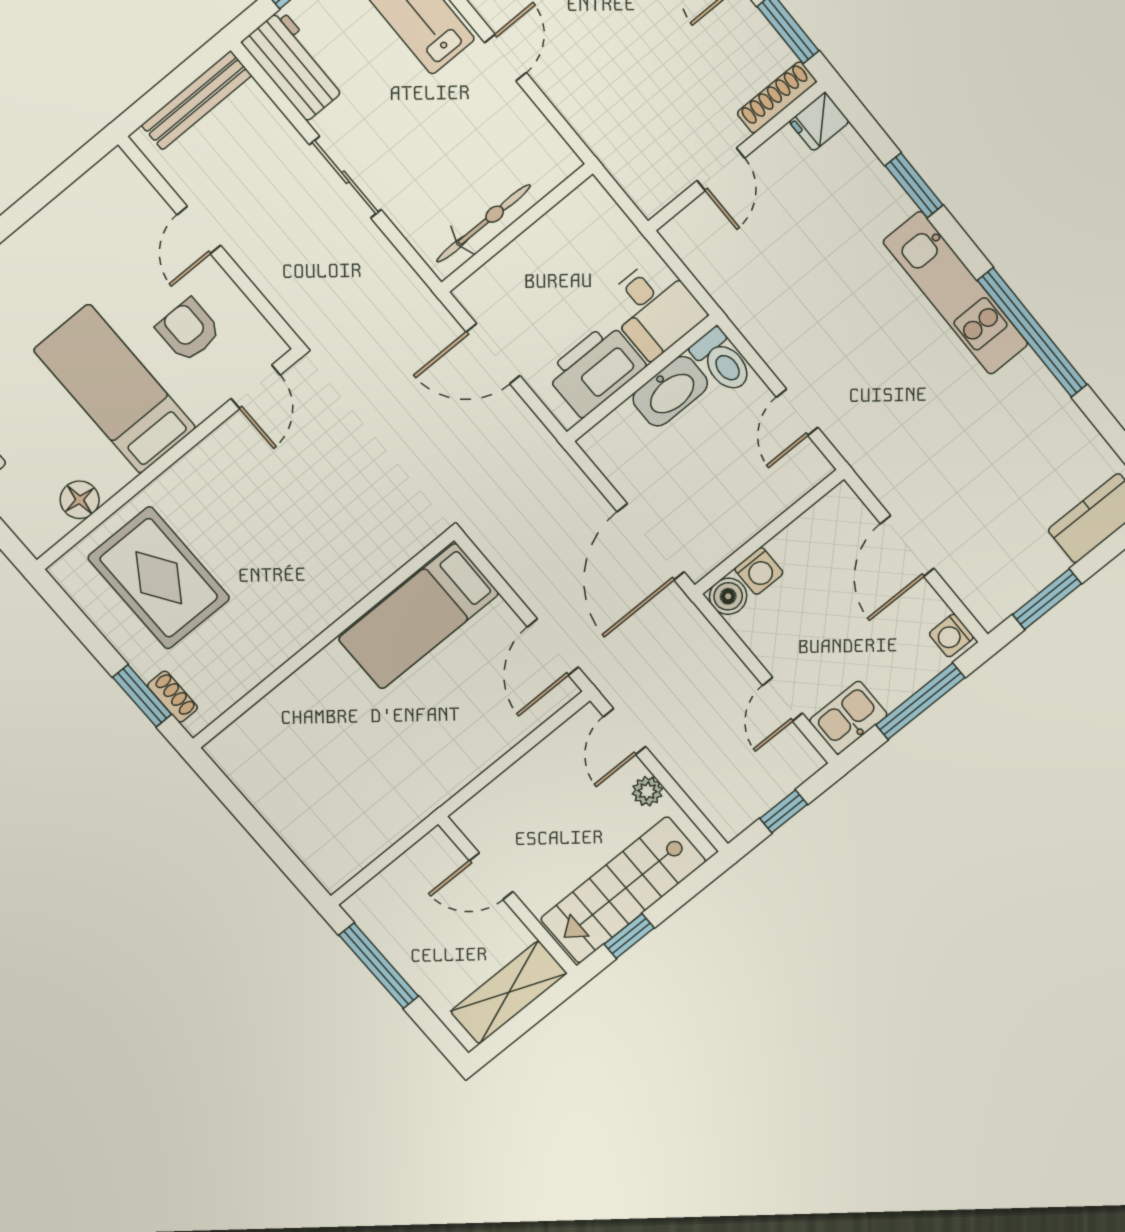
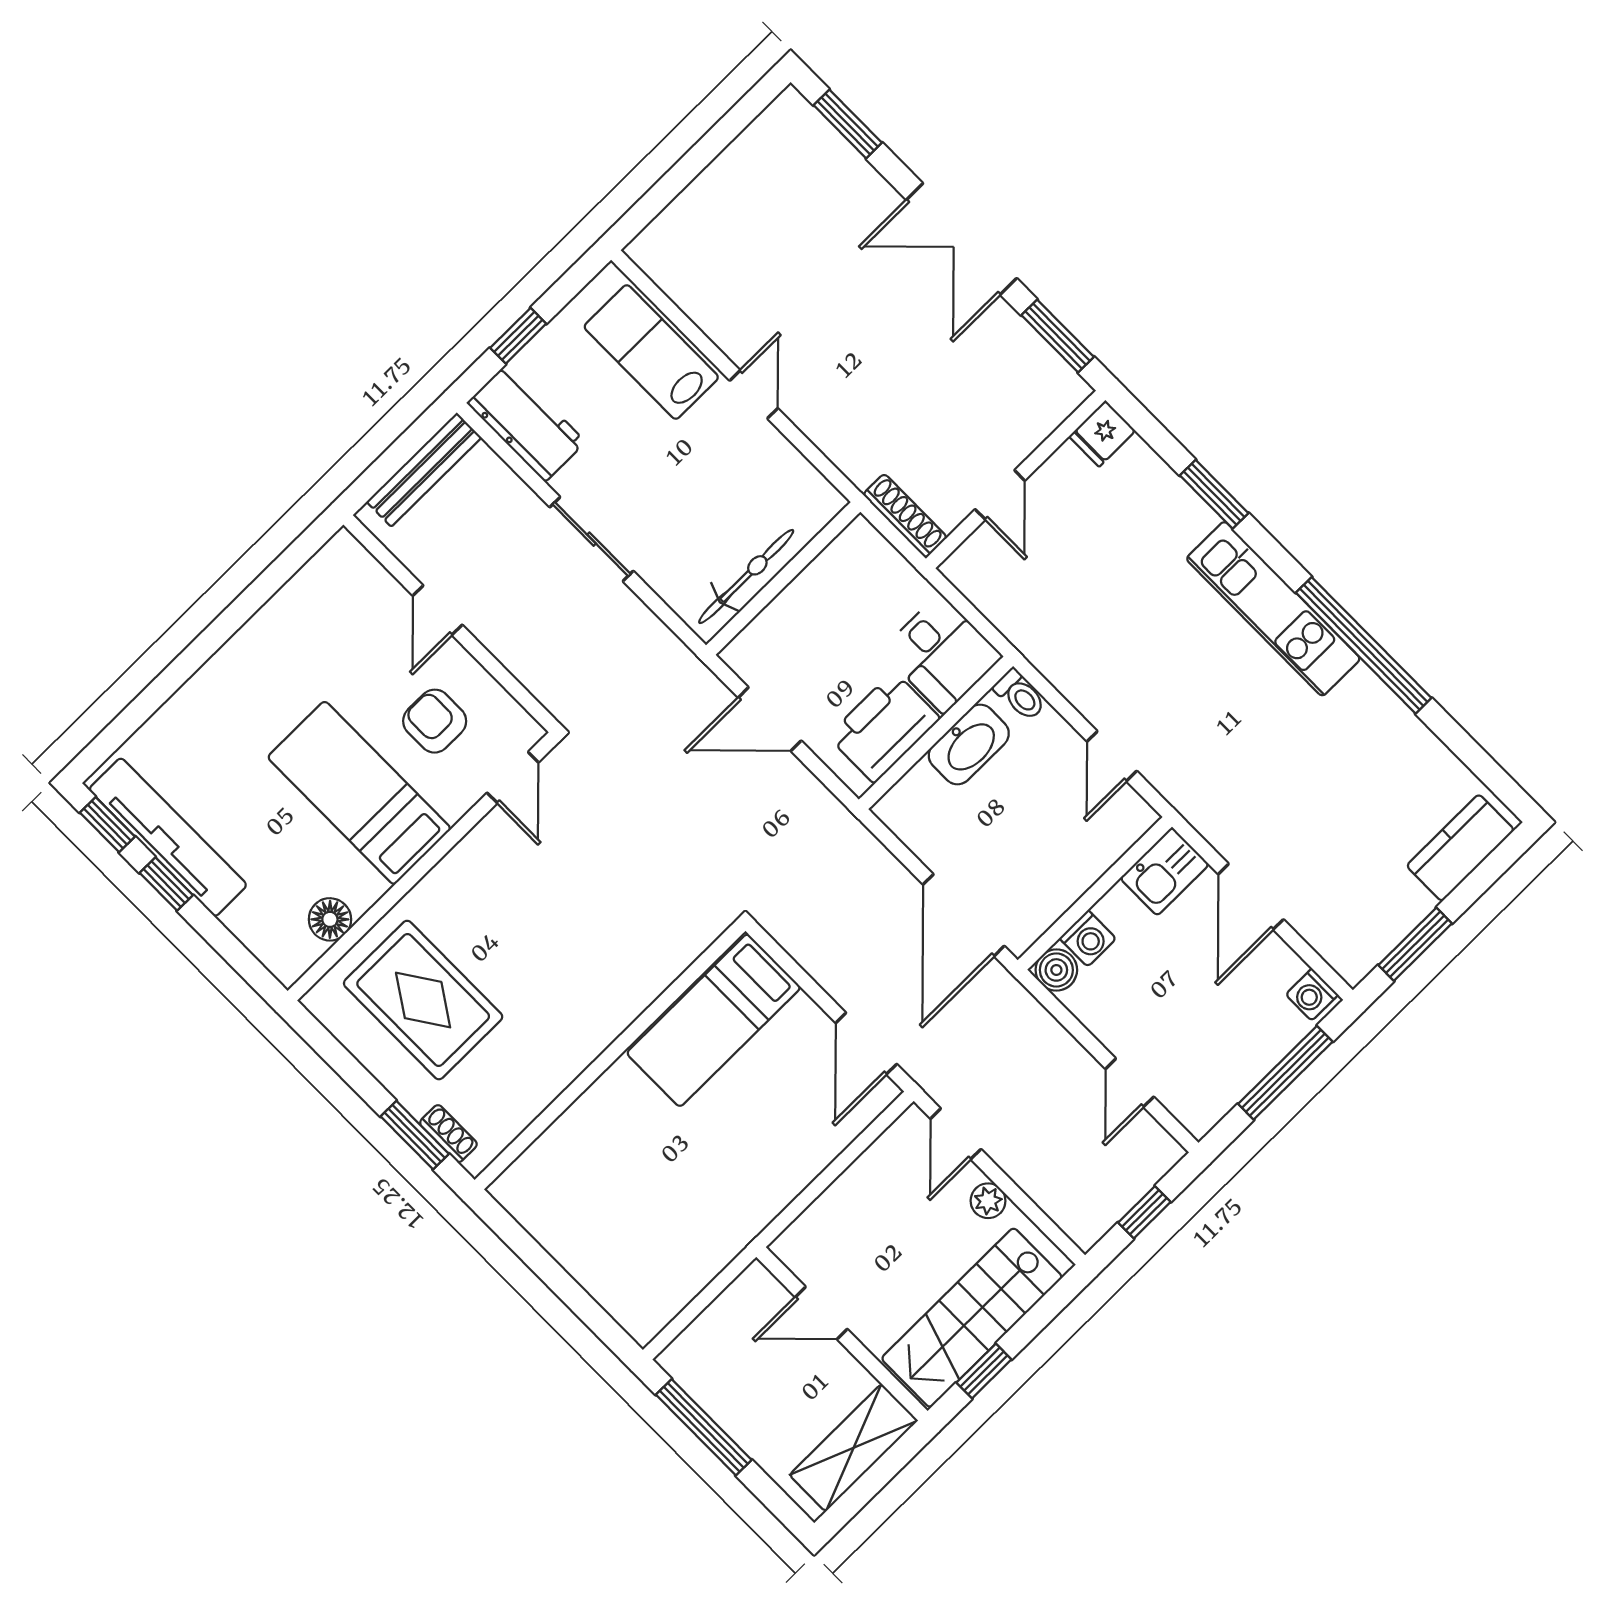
shoe rack: (777, 97) -> (905, 516), moved, turned 90
toilet: (722, 361) -> (1020, 695), width x0.73, depth x0.72
kitchen sink: (848, 718) -> (1165, 871), moved, turned 180

